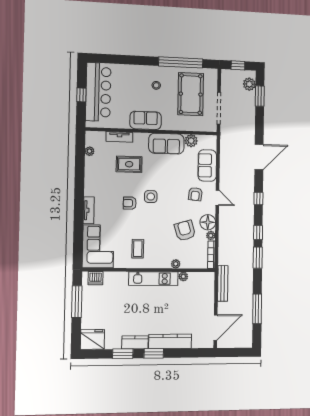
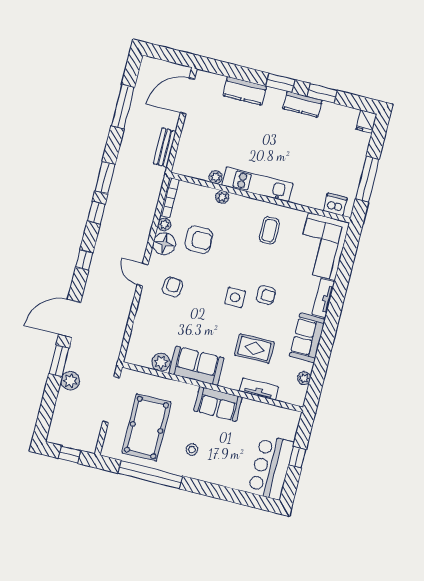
plant: (249, 84) -> (70, 381), moved
bar counter: (98, 92) -> (271, 467), width x0.73
window: (260, 96) -> (59, 361), moved
sofa: (207, 165) -> (307, 338), moved, turned 180
armchair: (185, 231) -> (199, 240), turned -73
bench: (223, 283) -> (165, 148), width x0.73
fridge: (92, 339) -> (366, 122), width x0.53, depth x0.75
kitchen counter: (170, 341) -> (245, 91), width x0.67

